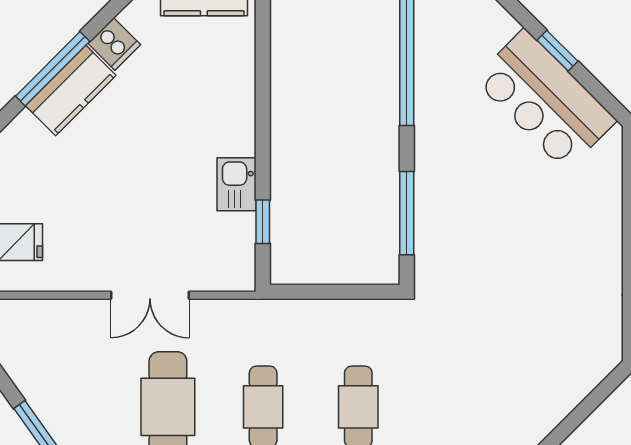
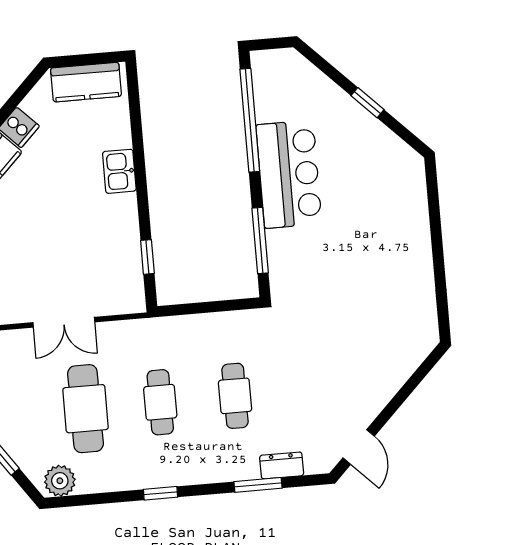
bar counter: (545, 100) -> (289, 174), moved, turned -135
kitchen sink: (236, 184) -> (119, 171), moved

